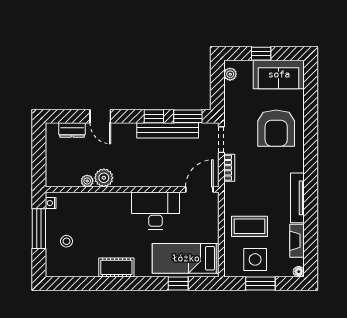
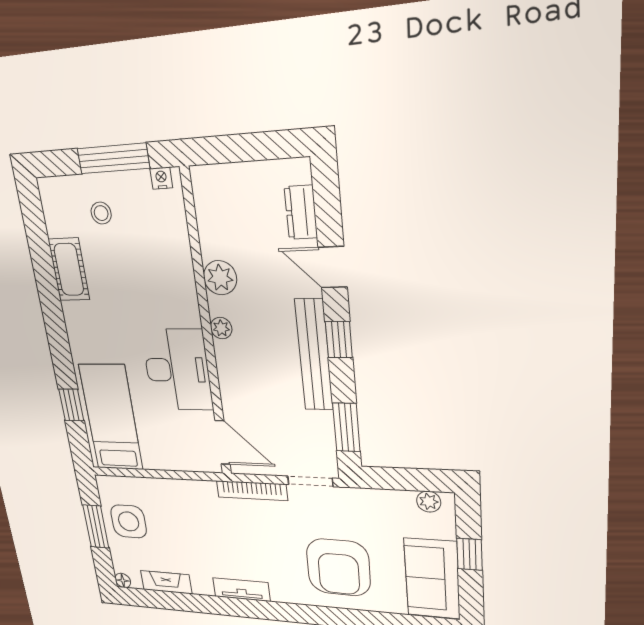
door: (100, 116) -> (333, 267), hinge flipped
window: (154, 116) -> (339, 340), moved
armchair: (276, 128) -> (338, 567), turned -89
bench: (168, 130) -> (314, 355), moved
bookcase: (229, 168) -> (252, 491), width x1.56
plant: (87, 181) -> (221, 328), moved
tv unit: (297, 198) -> (241, 590), width x0.71
coffee table: (250, 226) -> (176, 517), removed
cot: (116, 267) -> (69, 269), moved

